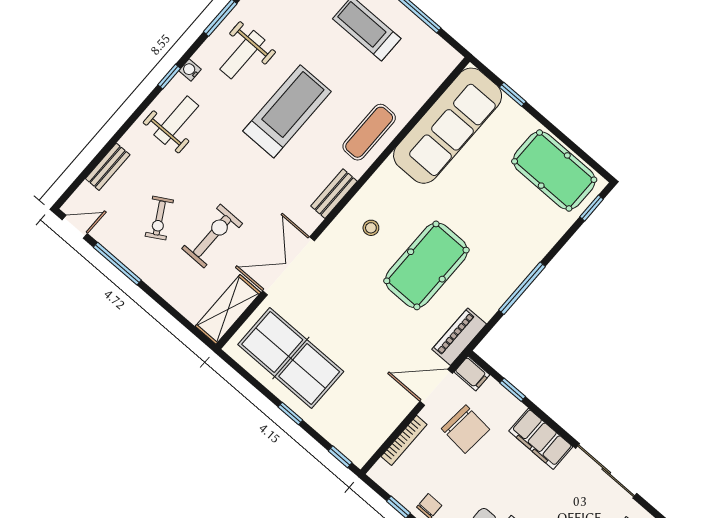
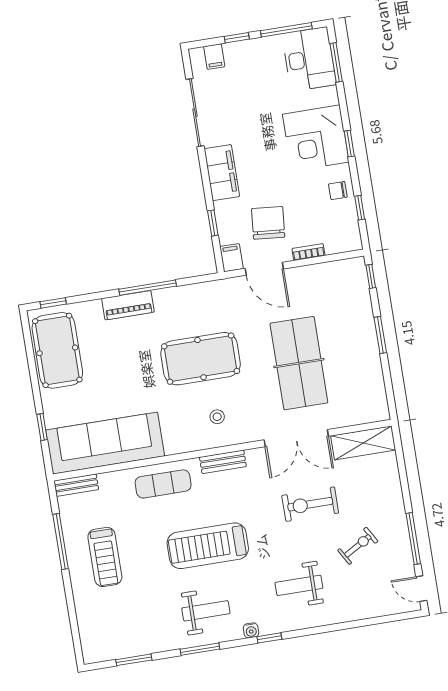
weight bench: (176, 120) -> (299, 585), moved
bench: (108, 167) -> (76, 485), moved
exercise bike: (212, 236) -> (310, 504), moved
piano: (459, 337) -> (128, 305), moved
table tennis table: (291, 358) -> (299, 363), moved
window: (290, 413) -> (380, 335), width x1.50
bookcase: (404, 440) -> (308, 252), width x0.64

